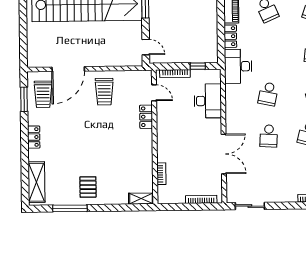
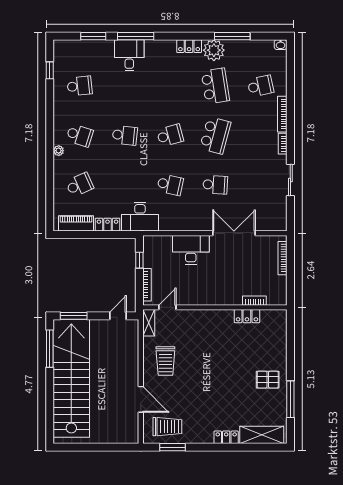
door: (68, 69) -> (141, 399), width x0.73
trolley: (104, 92) -> (165, 361), turned 90
desk: (208, 101) -> (191, 250), moved
locker: (146, 117) -> (247, 316), moved
locker: (34, 137) -> (226, 437), moved
shelving: (141, 199) -> (149, 323), moved
sliding door: (250, 206) -> (290, 180), moved

